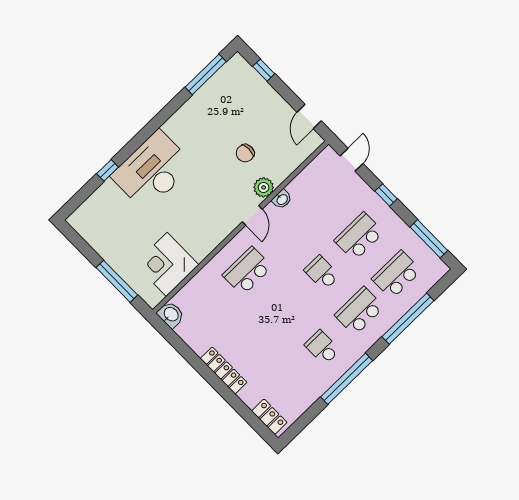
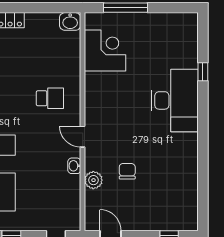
window: (206, 74) -> (203, 195), removed
plant: (264, 187) -> (93, 180), moved
school desk: (247, 271) -> (50, 98), width x0.54

